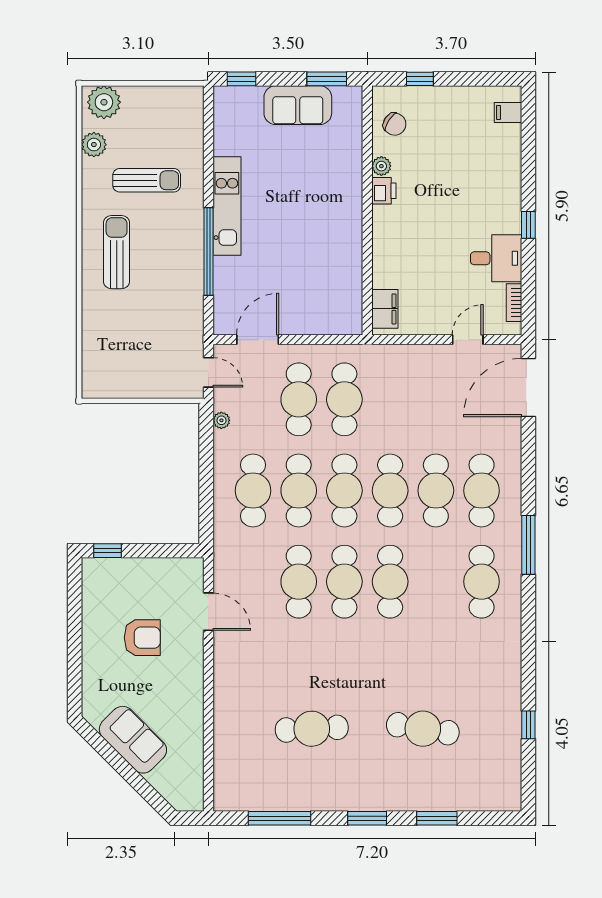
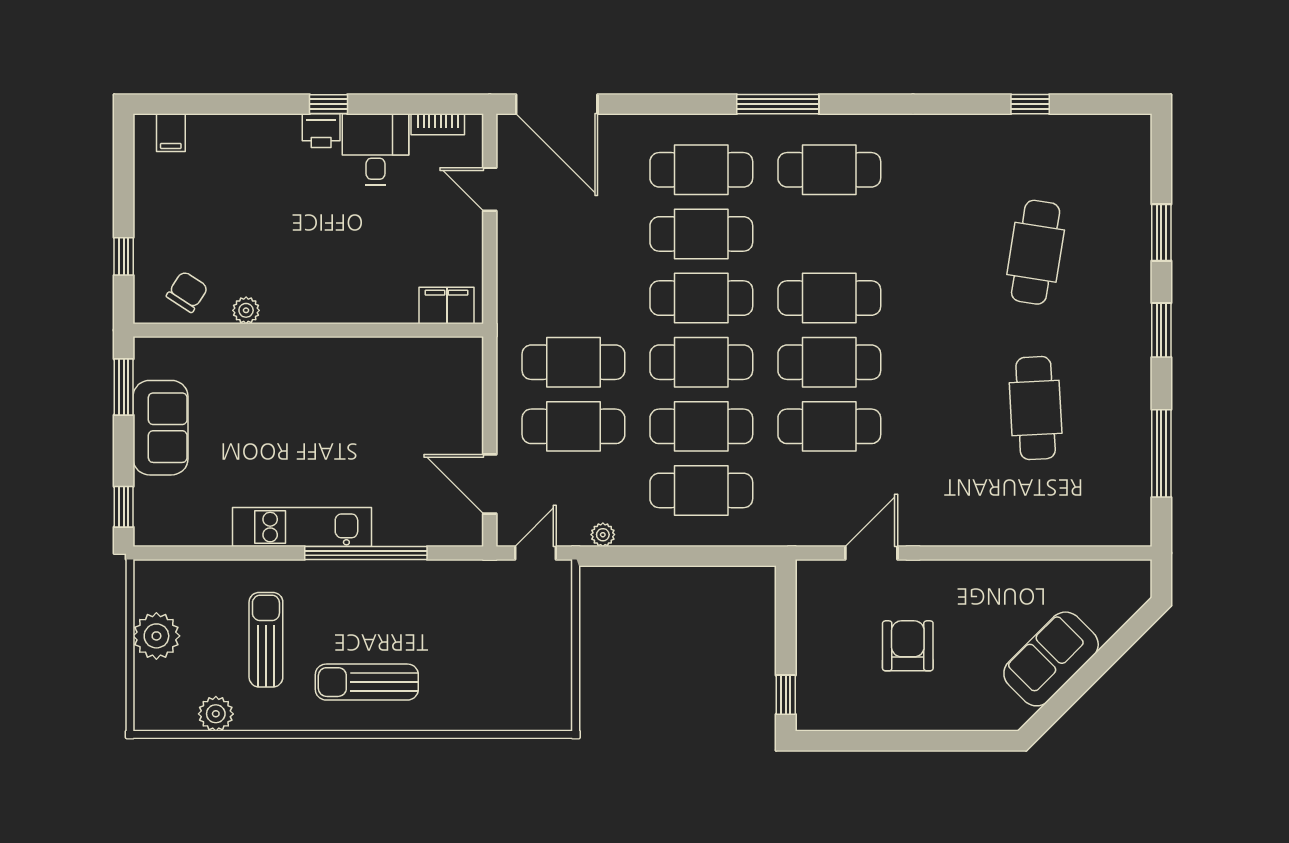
plant: (104, 102) -> (156, 636), moved
printer: (384, 191) -> (321, 131), moved, turned 180

